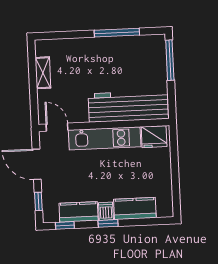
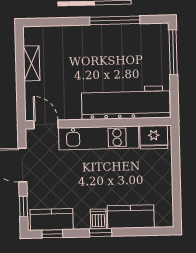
kitchen counter: (79, 212) -> (52, 220), moved

